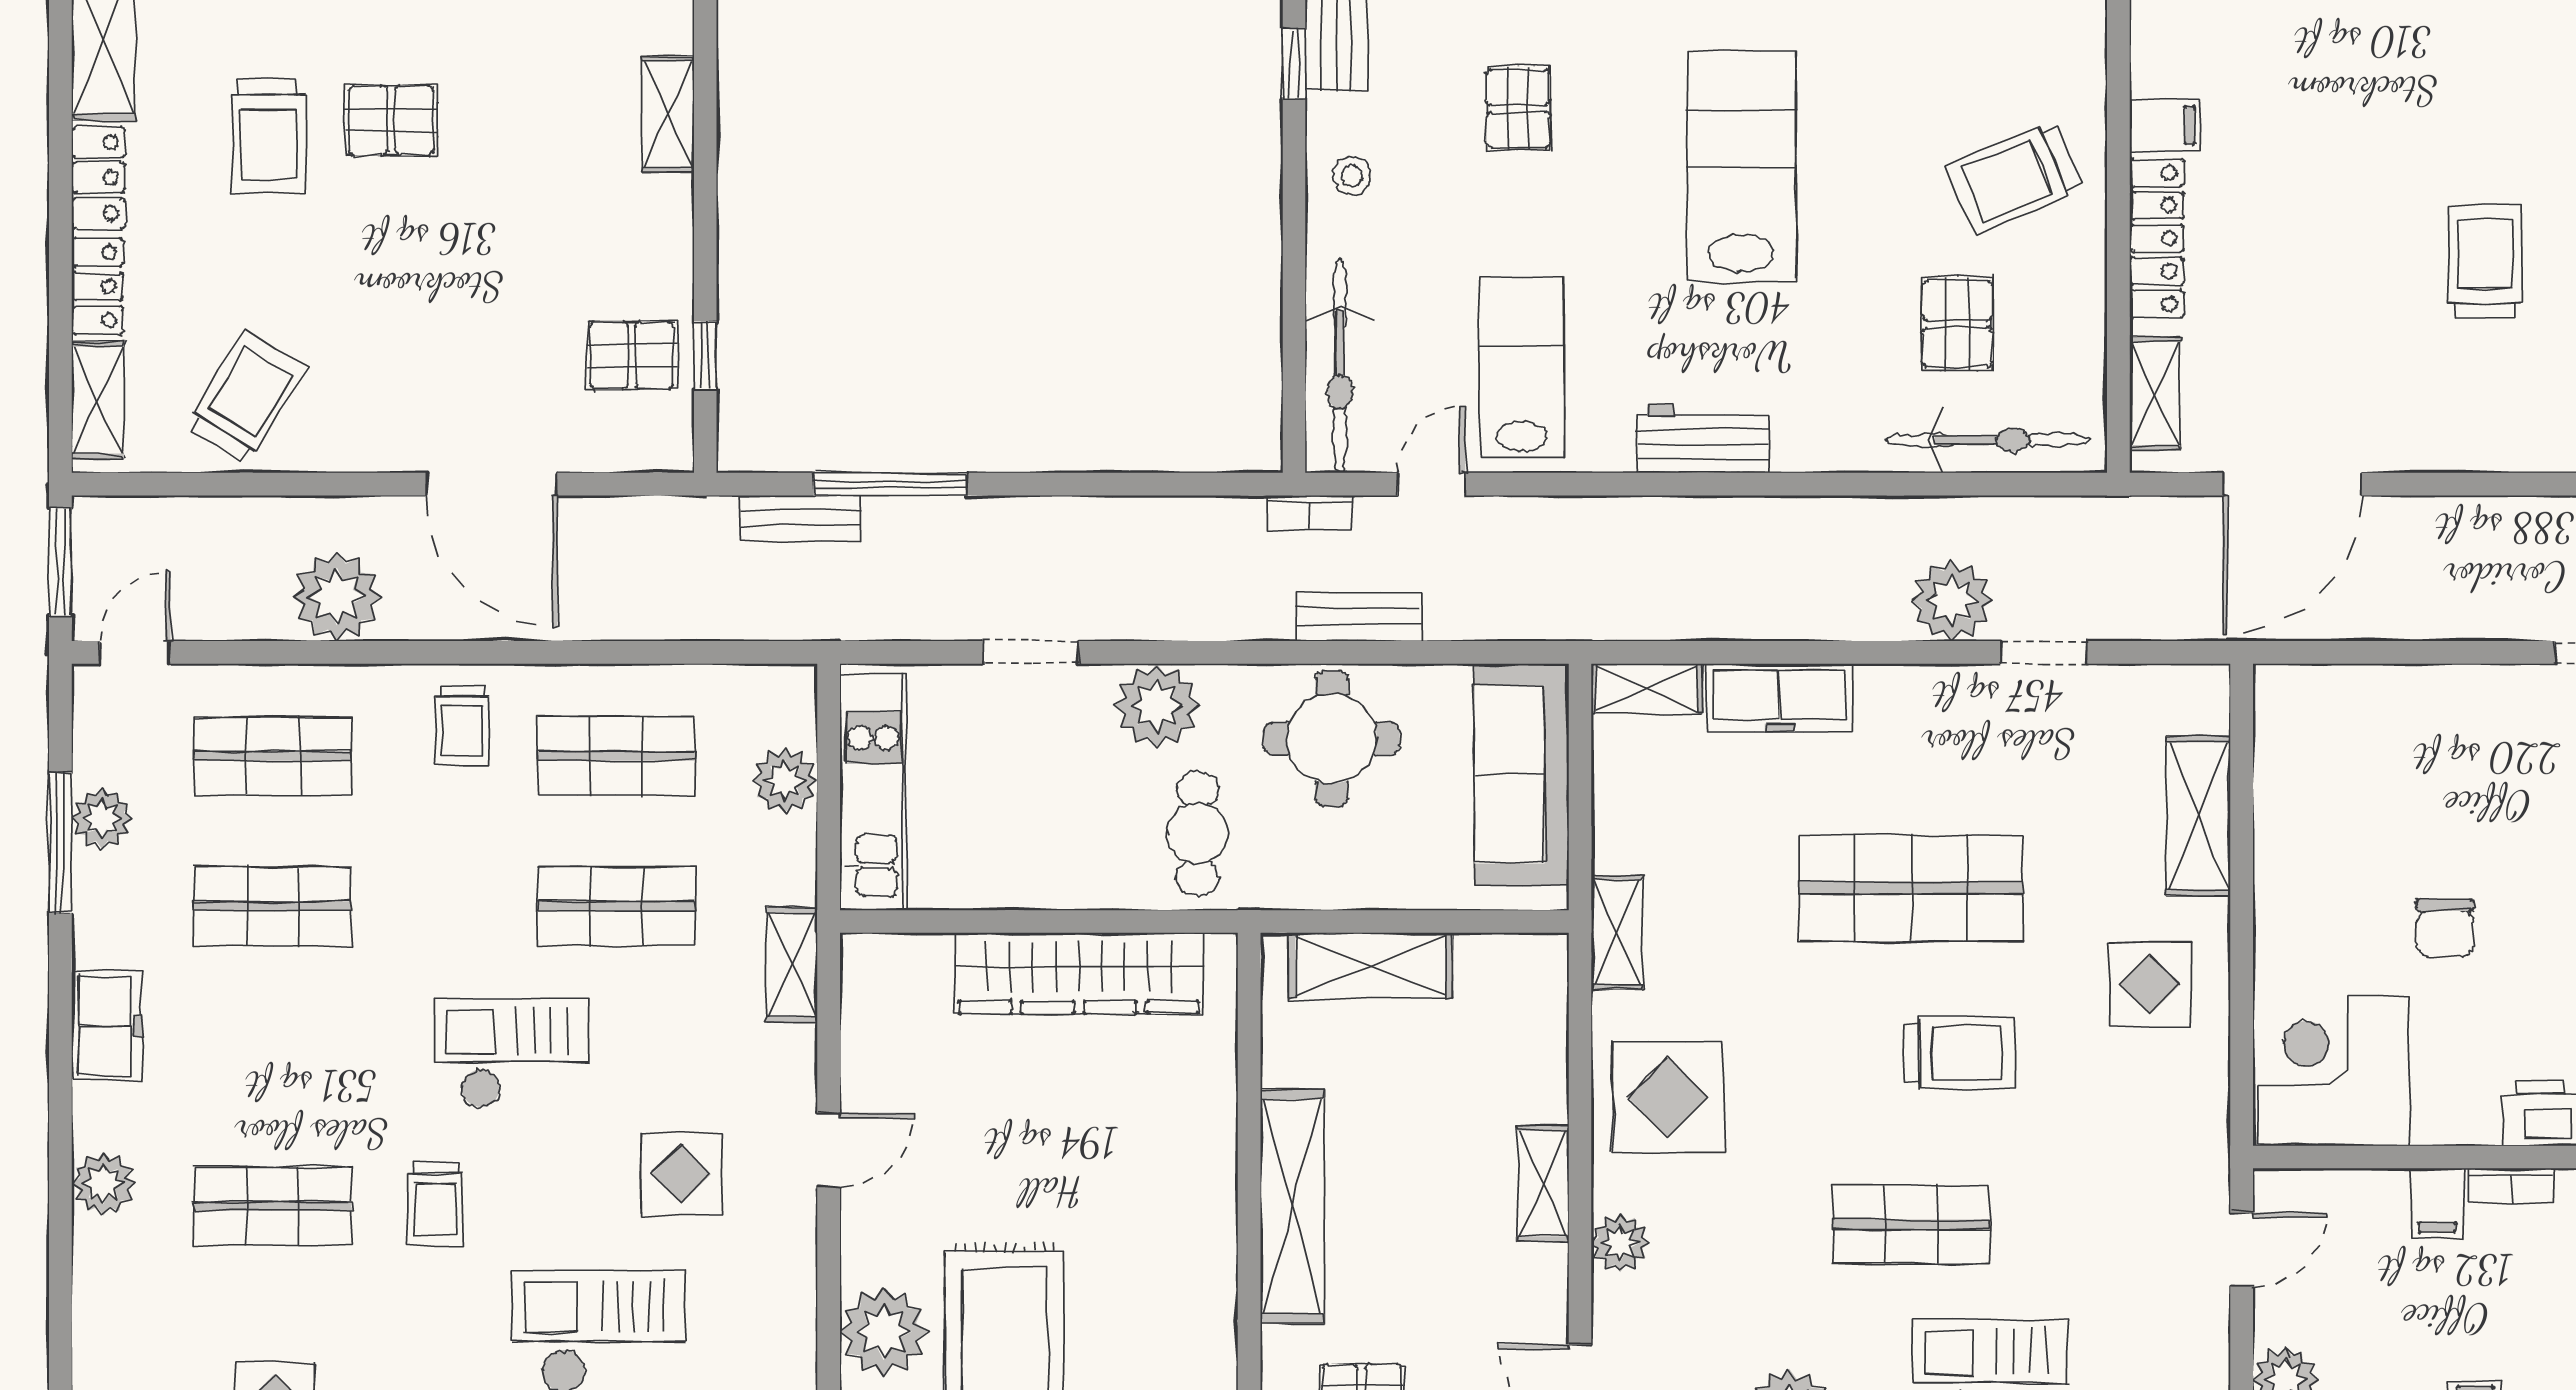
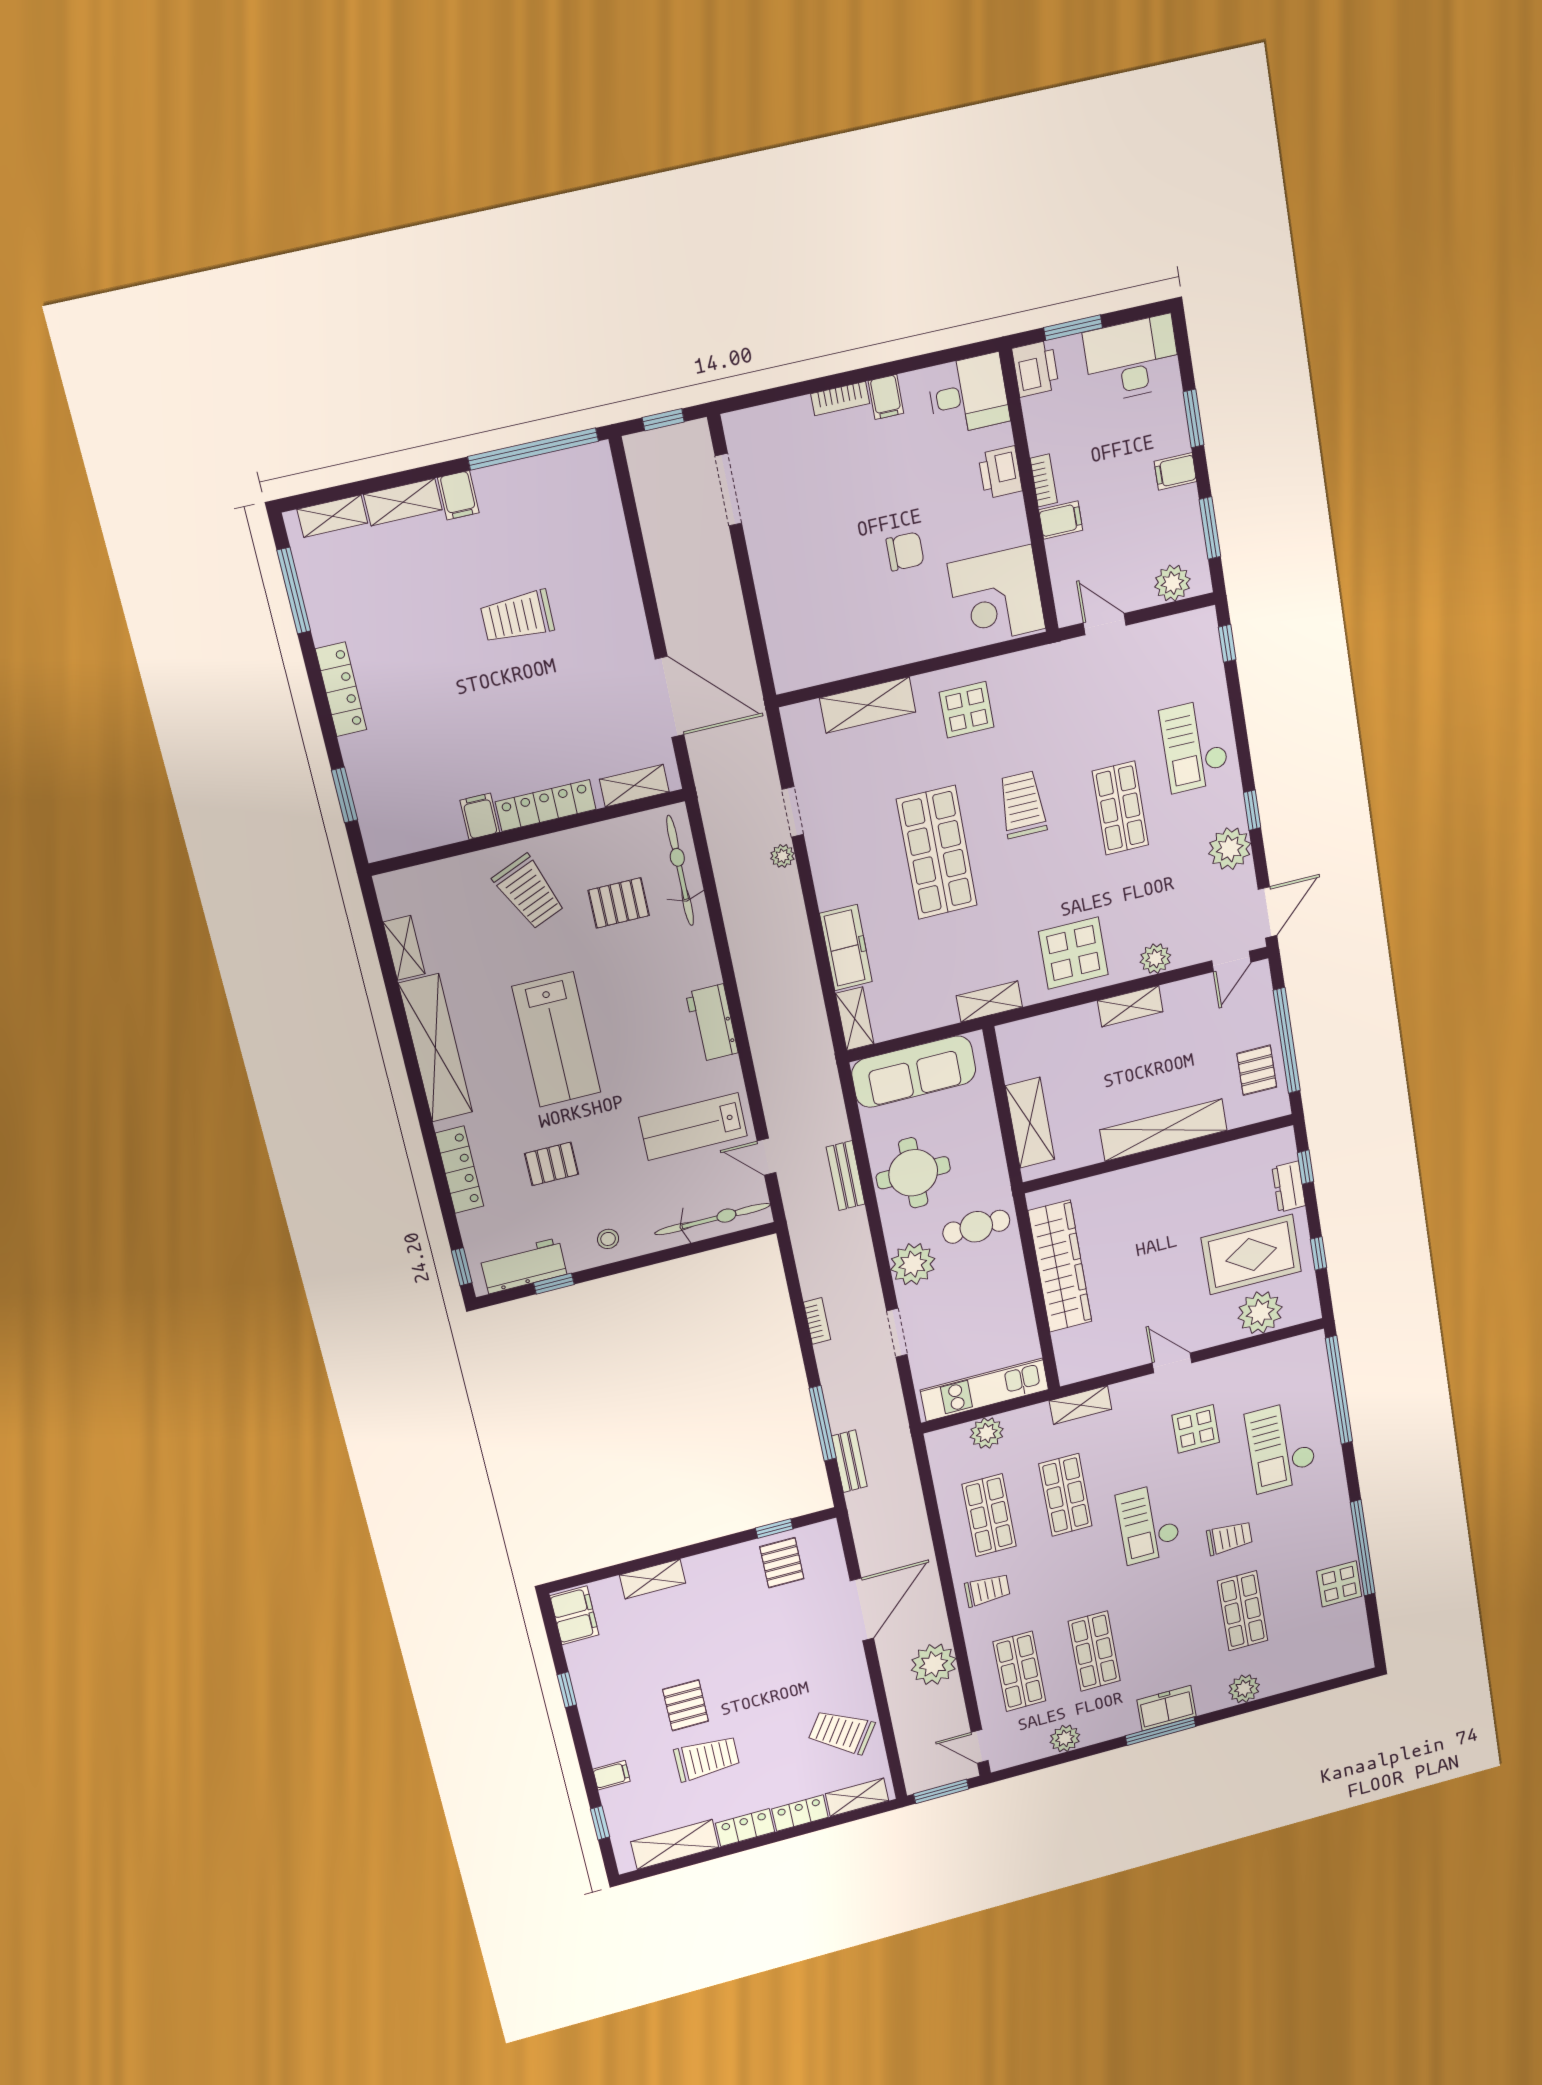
lab bench: (1742, 166) -> (556, 1040), turned -90
bookcase: (1310, 513) -> (817, 1321), moved
plant: (1952, 601) -> (782, 856), width x0.53, depth x0.53
window: (60, 843) -> (1161, 1731), moved

